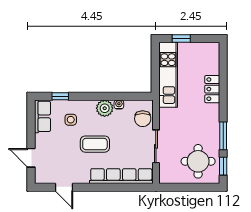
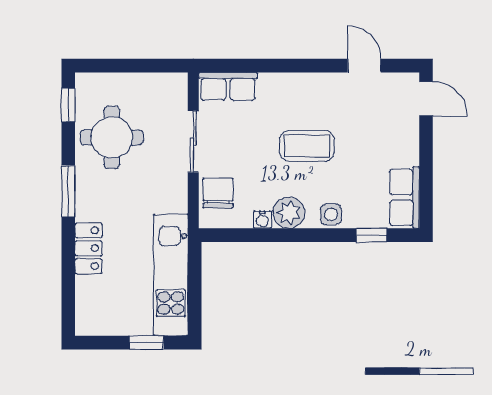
side table: (71, 120) -> (331, 214), moved
window: (223, 136) -> (68, 191), moved
door: (31, 158) -> (426, 99), moved
round table: (198, 161) -> (112, 137), moved
row of seats: (121, 176) -> (228, 86), width x0.50

